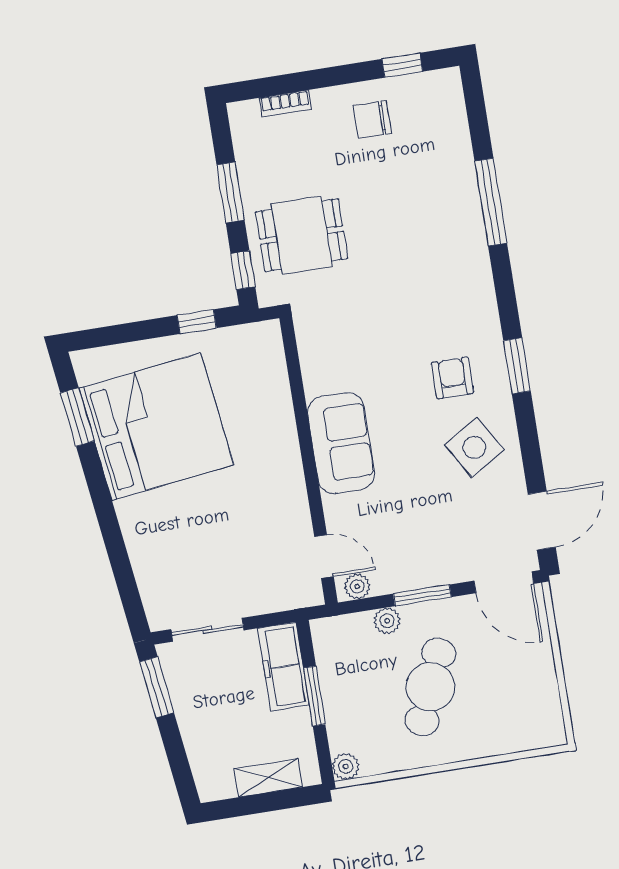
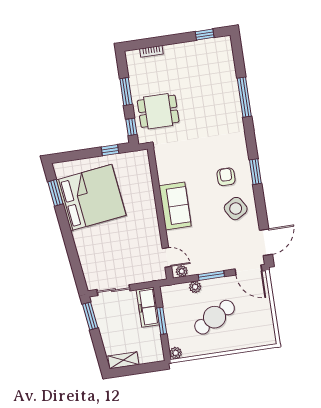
chair: (372, 119) -> (191, 59), removed
cafe table: (430, 687) -> (215, 317), turned 38
shelving: (268, 778) -> (123, 360), moved

